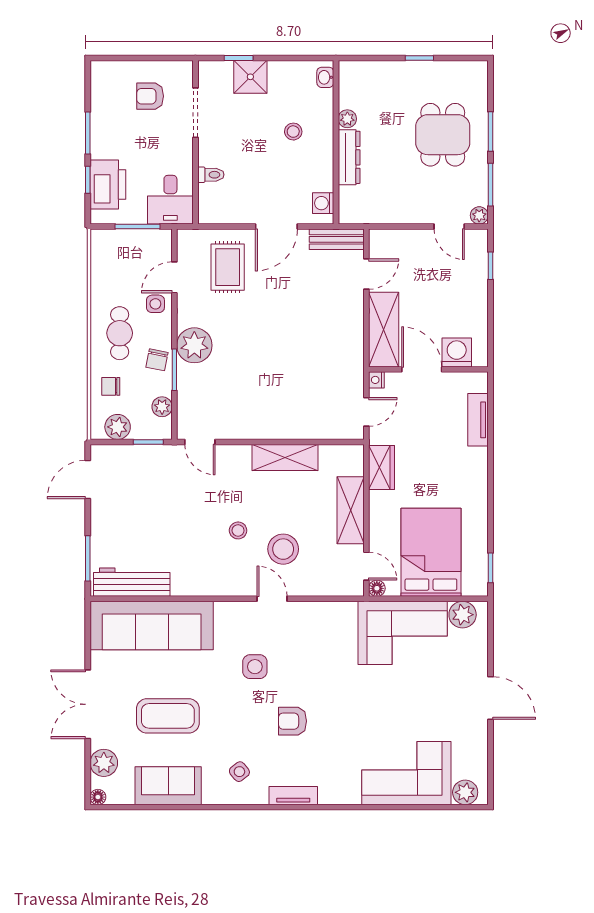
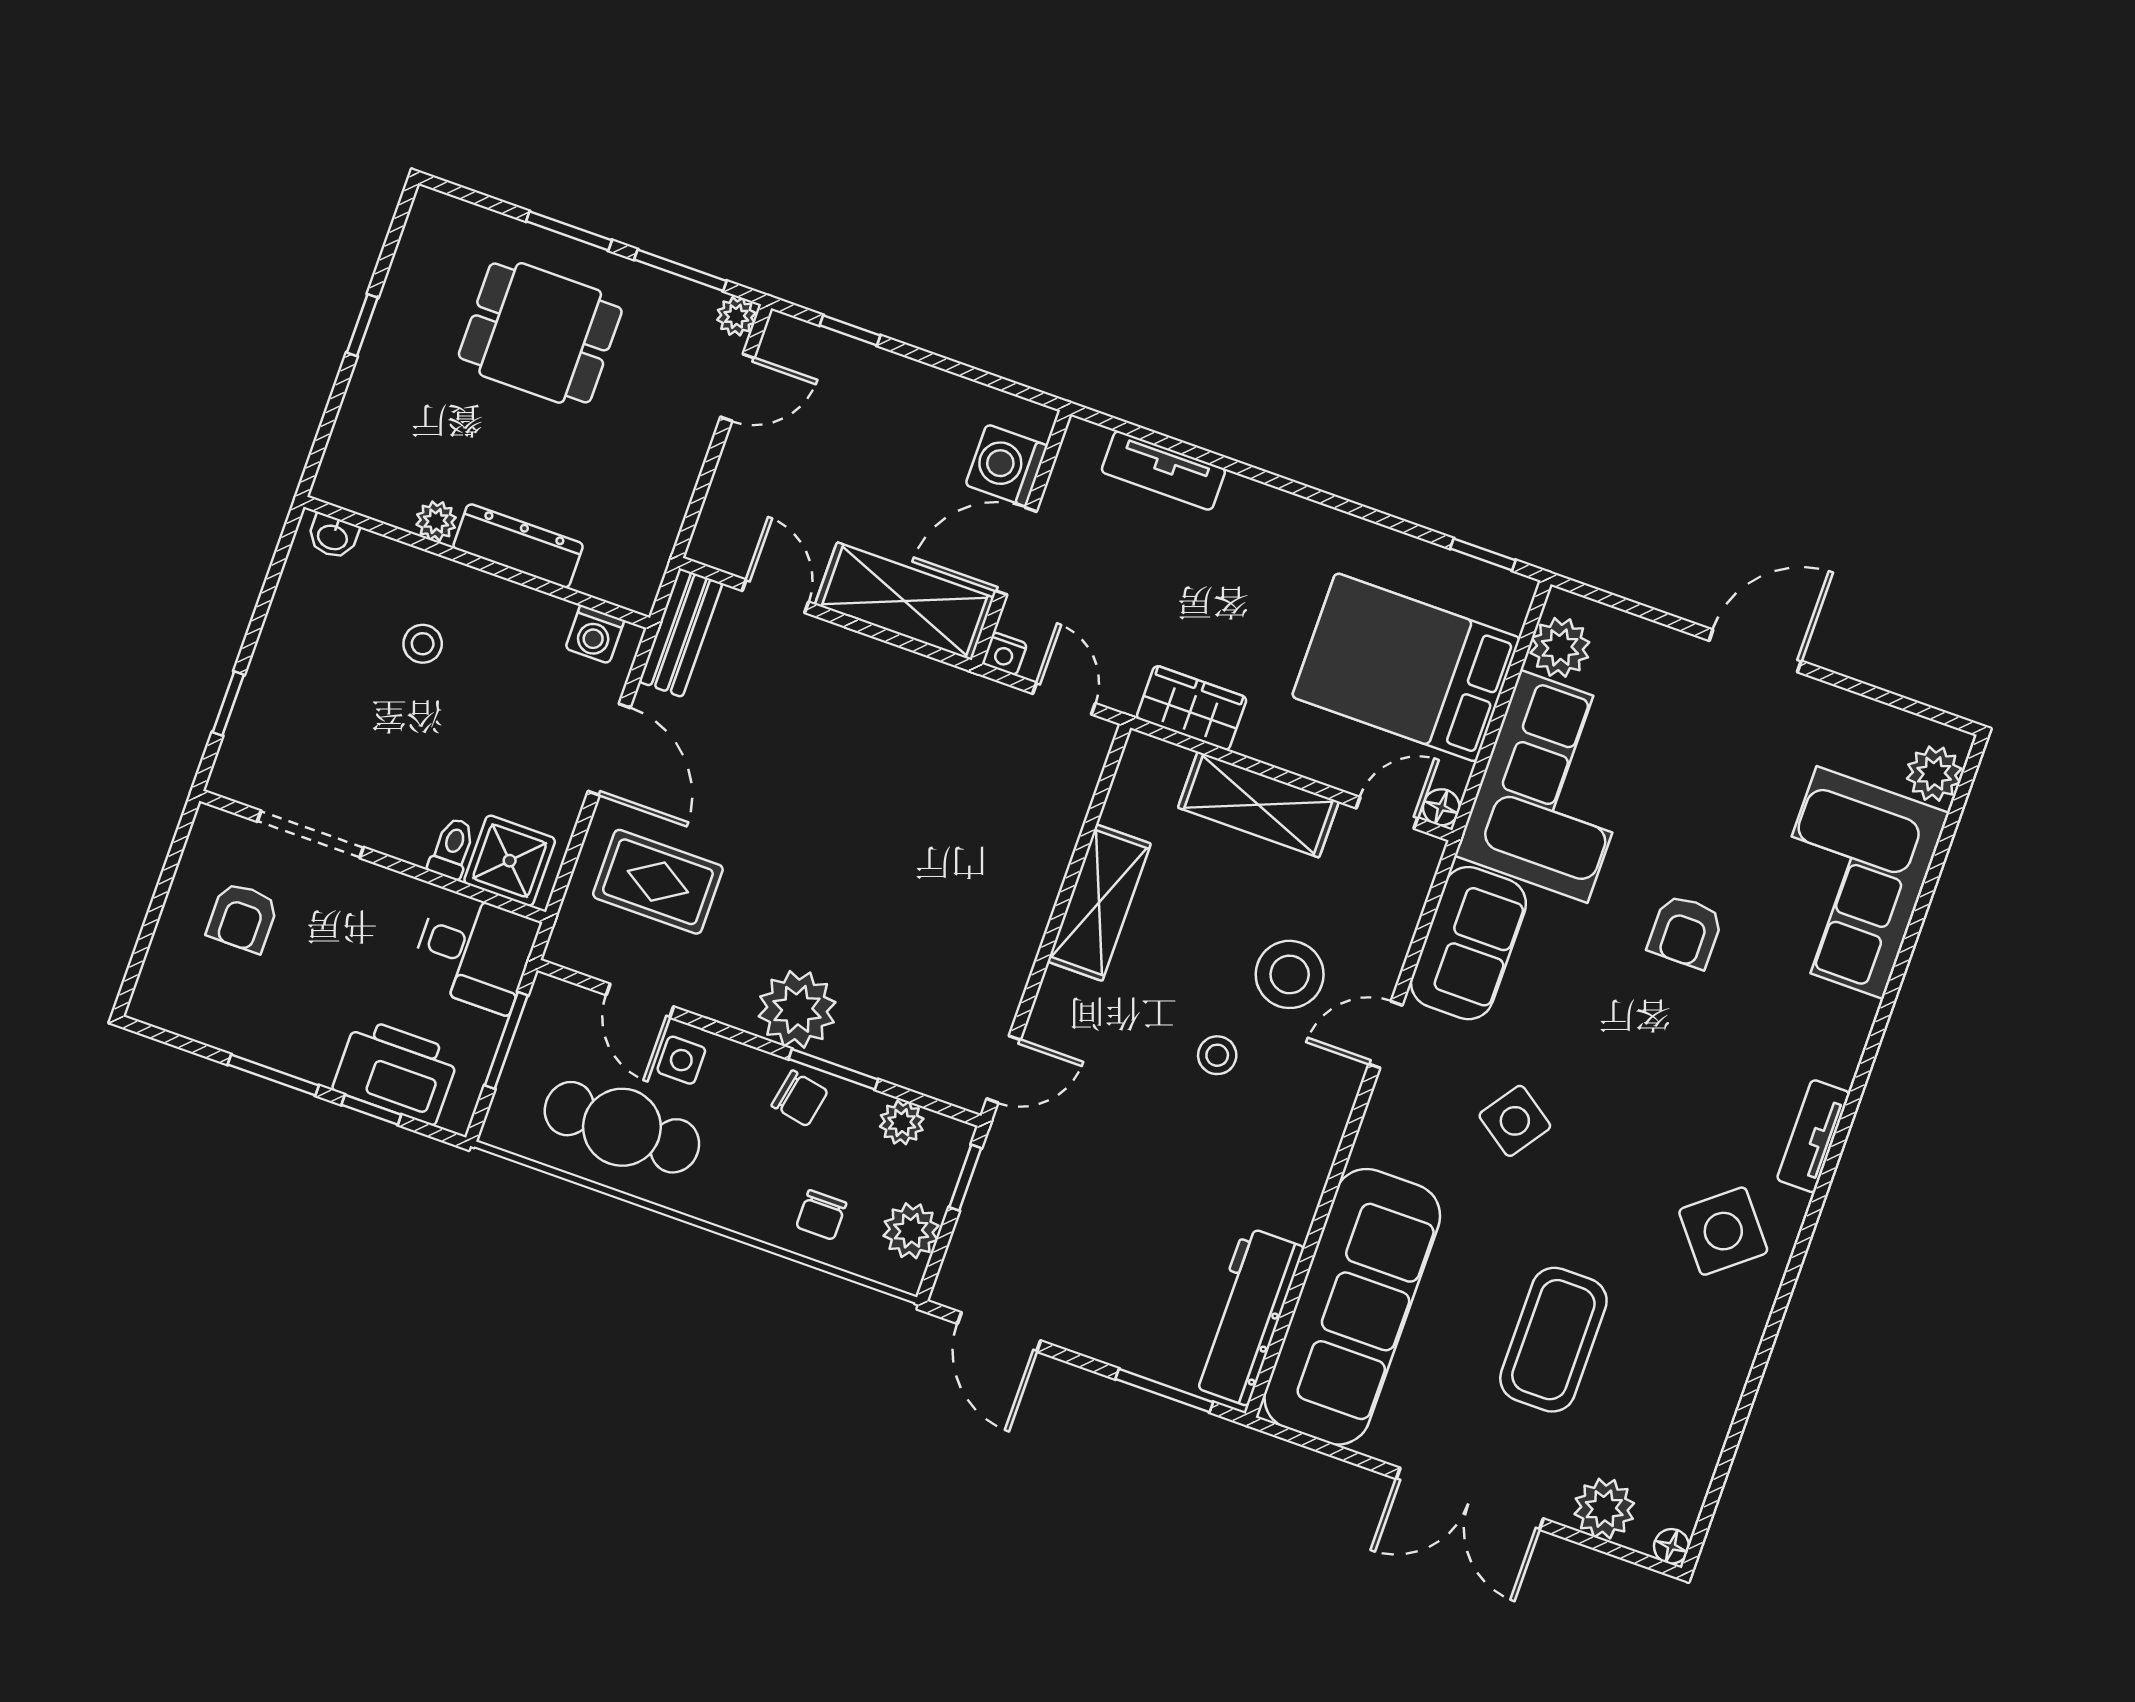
shower: (250, 77) -> (510, 861), moved
cafe table: (120, 333) -> (622, 1127), moved, width x1.37, depth x1.35
side table: (255, 667) -> (1515, 1121), turned 35
armchair: (292, 721) -> (1685, 931), moved
side table: (239, 772) -> (1723, 1231), width x1.87, depth x1.87
sofa: (168, 786) -> (1468, 943), moved, turned 180

